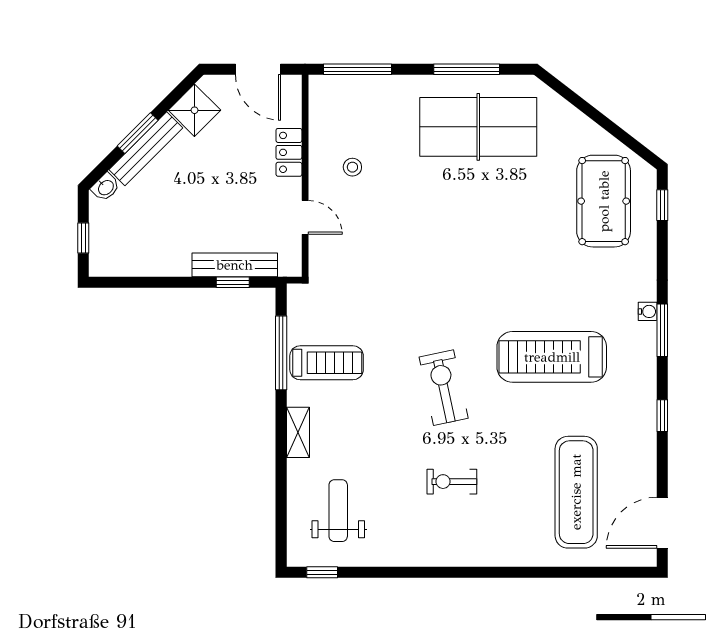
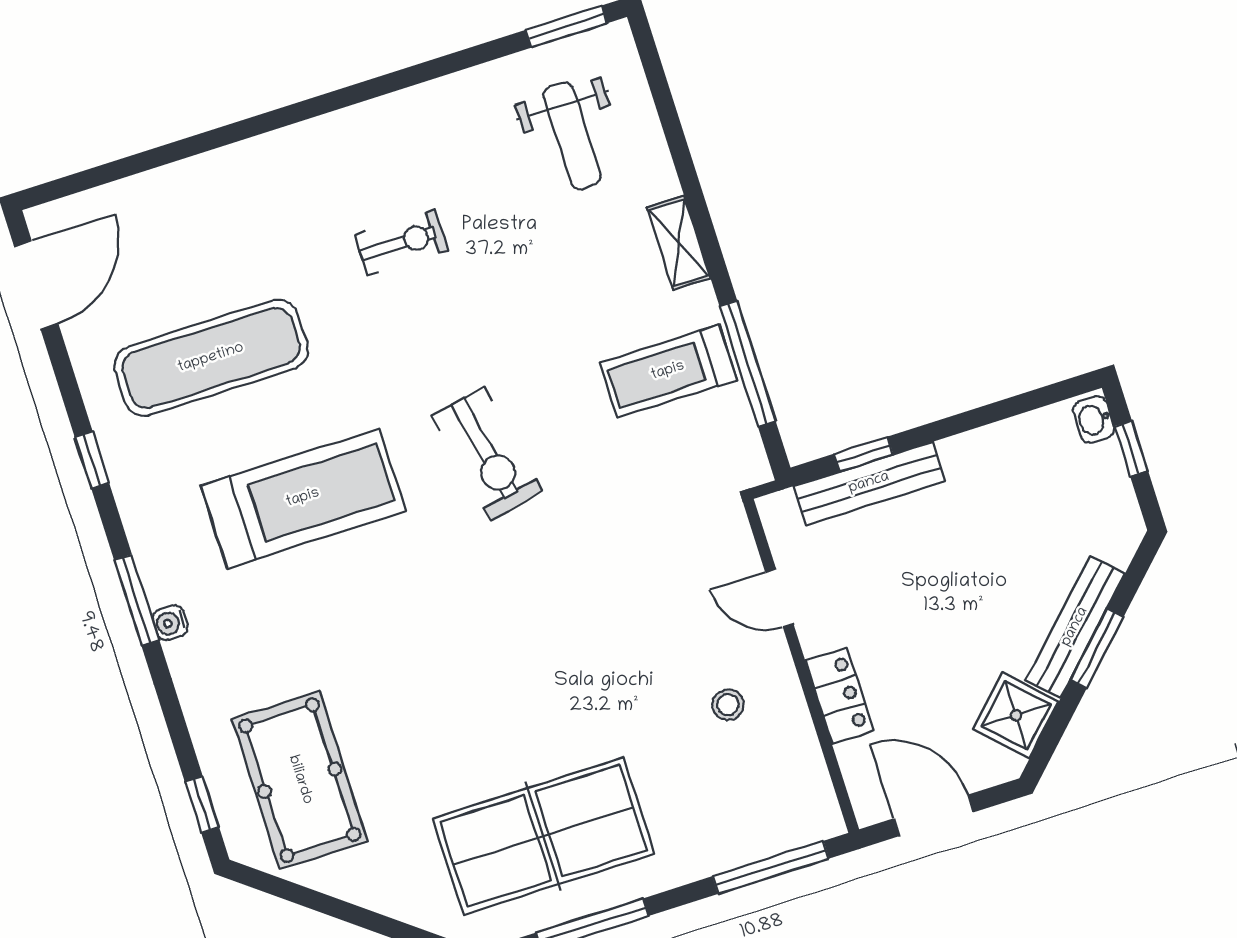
washbasin: (106, 187) -> (1094, 420), moved, turned -45
exercise bike: (444, 388) -> (487, 454), moved
exercise mat: (576, 492) -> (211, 358), moved, turned 90
window: (322, 572) -> (566, 27), width x1.50

